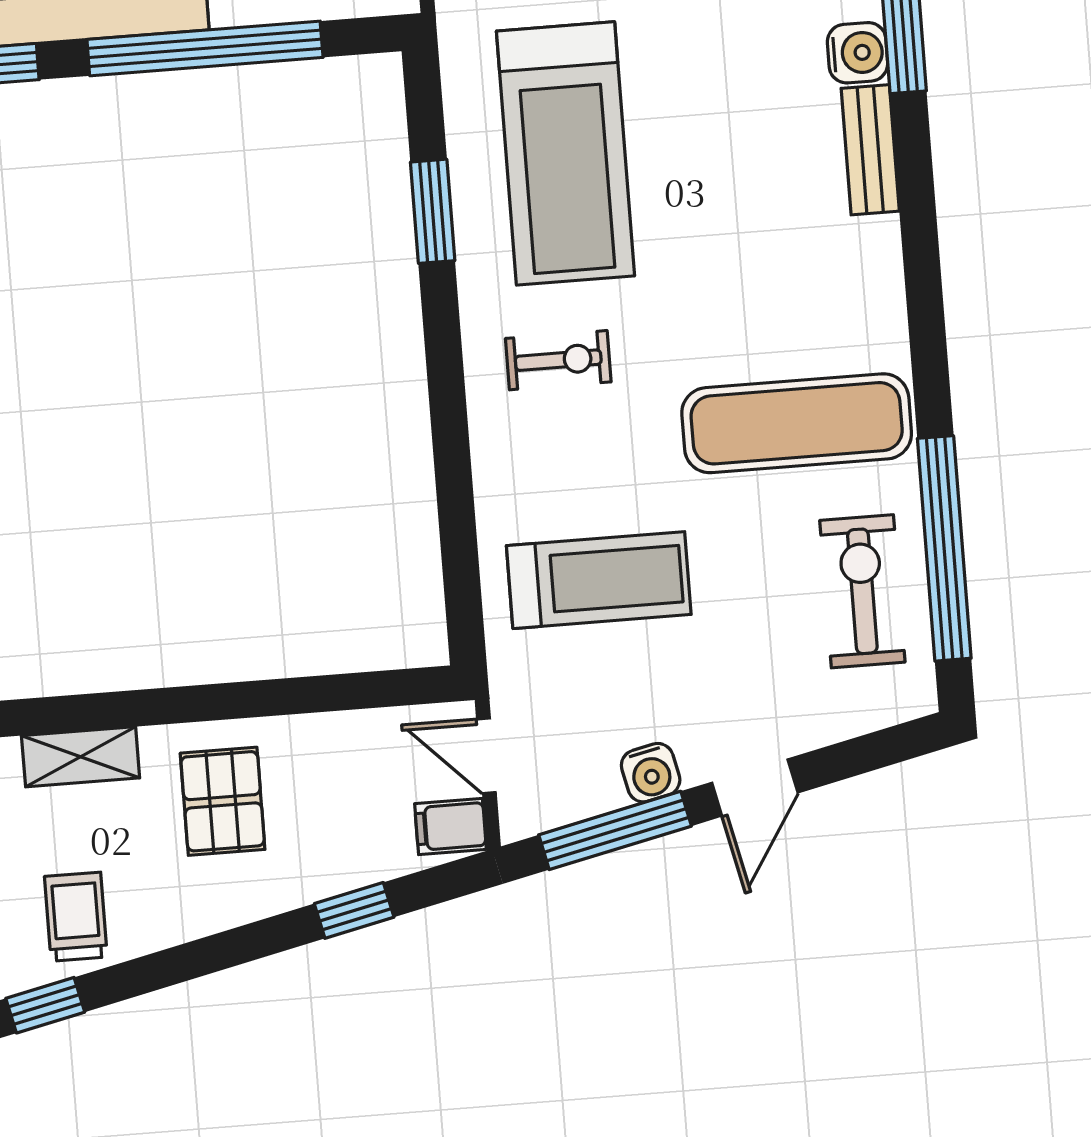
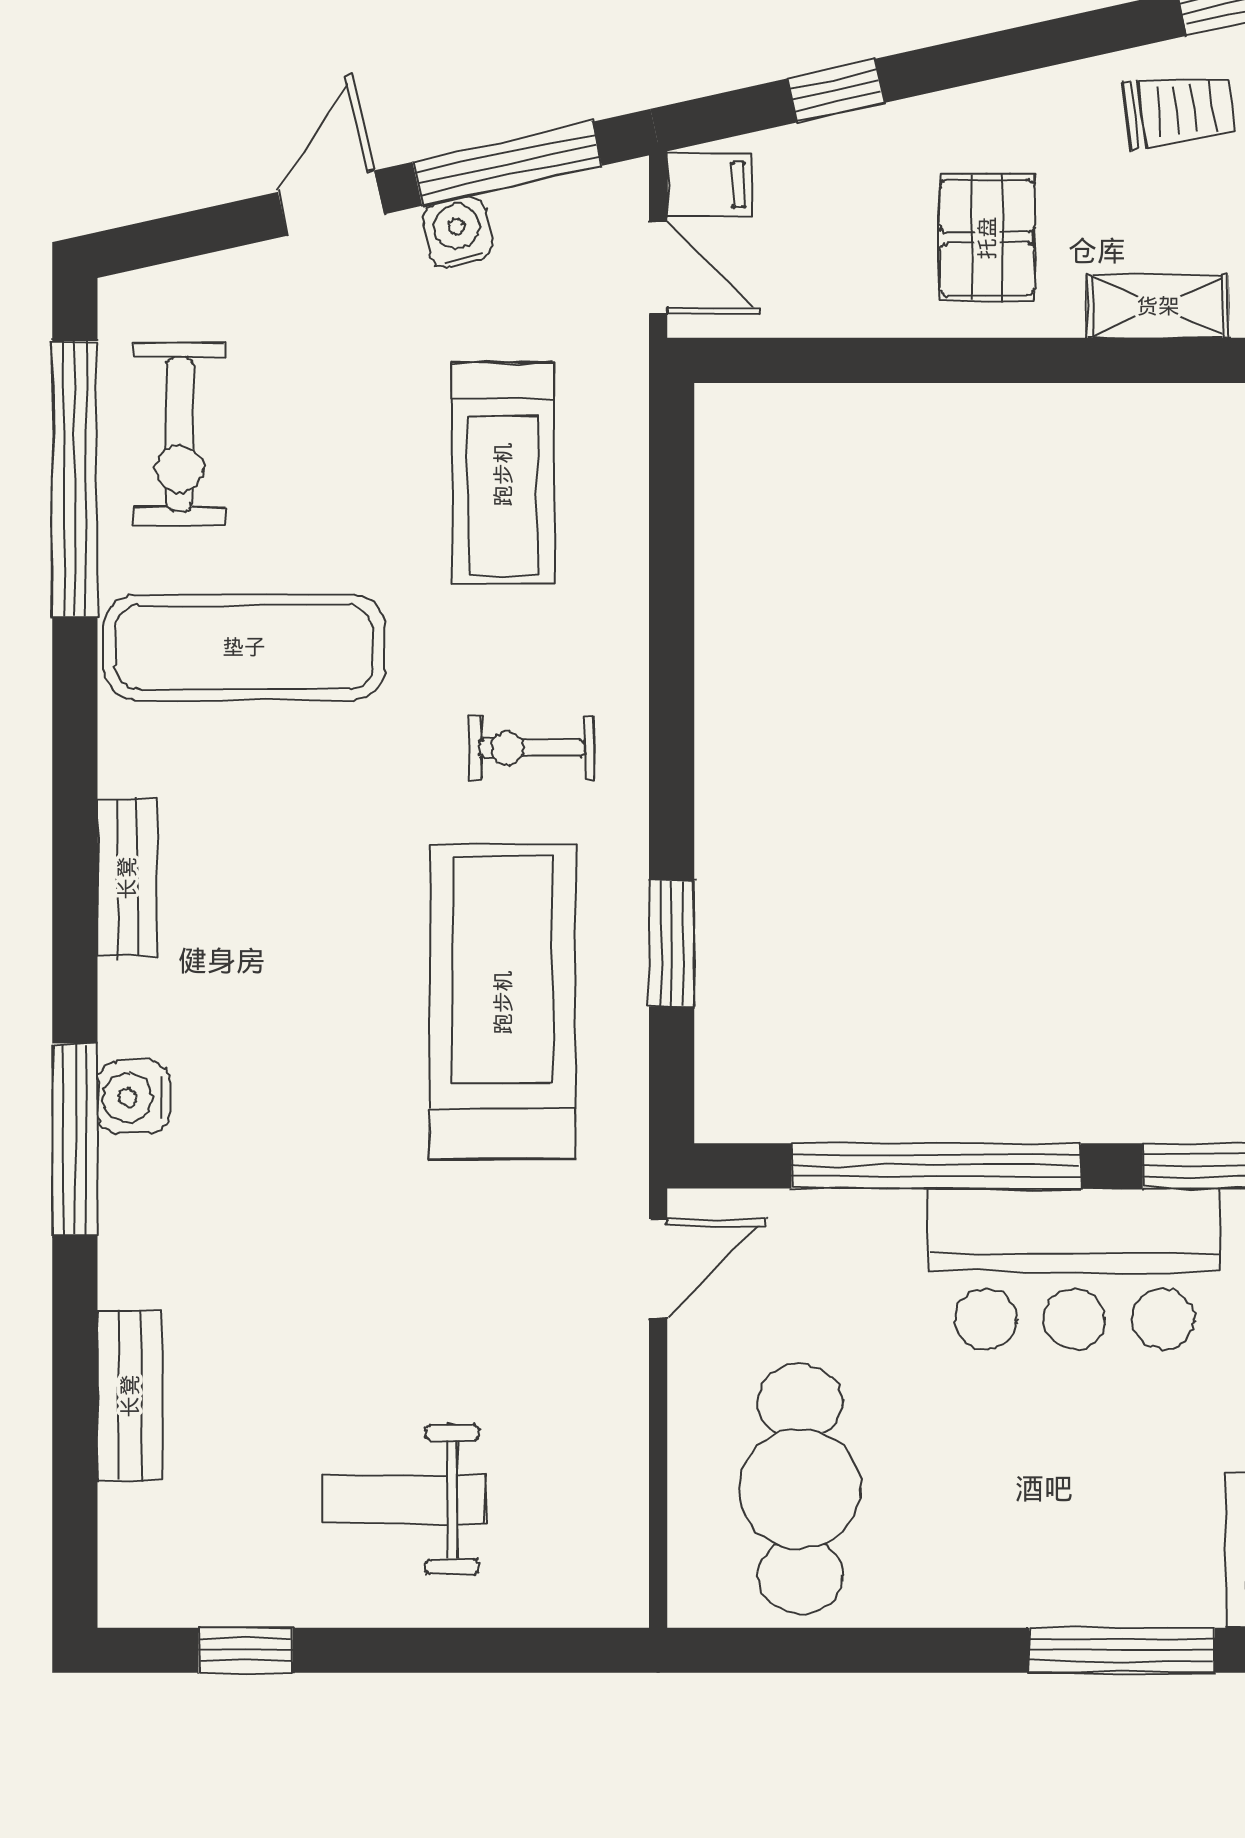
bench: (870, 150) -> (127, 878), moved
treadmill: (599, 580) -> (503, 474), turned -90
trolley: (76, 917) -> (1179, 110), turned -97

